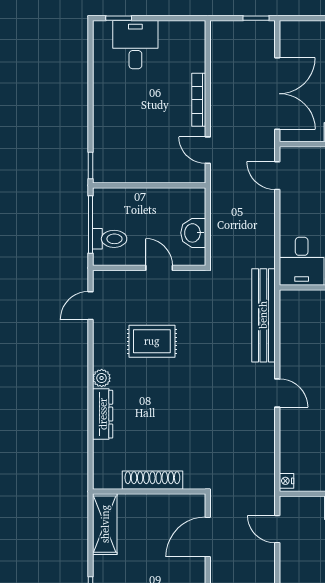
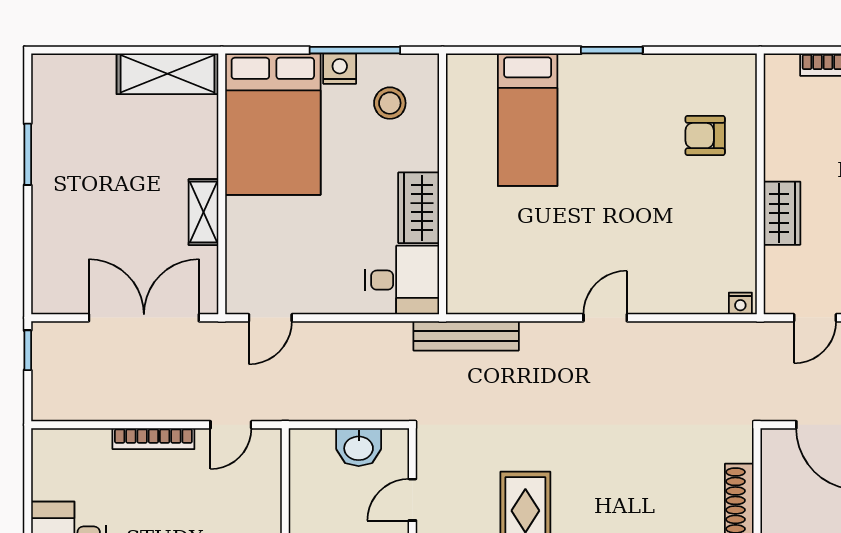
bench: (263, 315) -> (466, 336), width x0.73, depth x0.82

